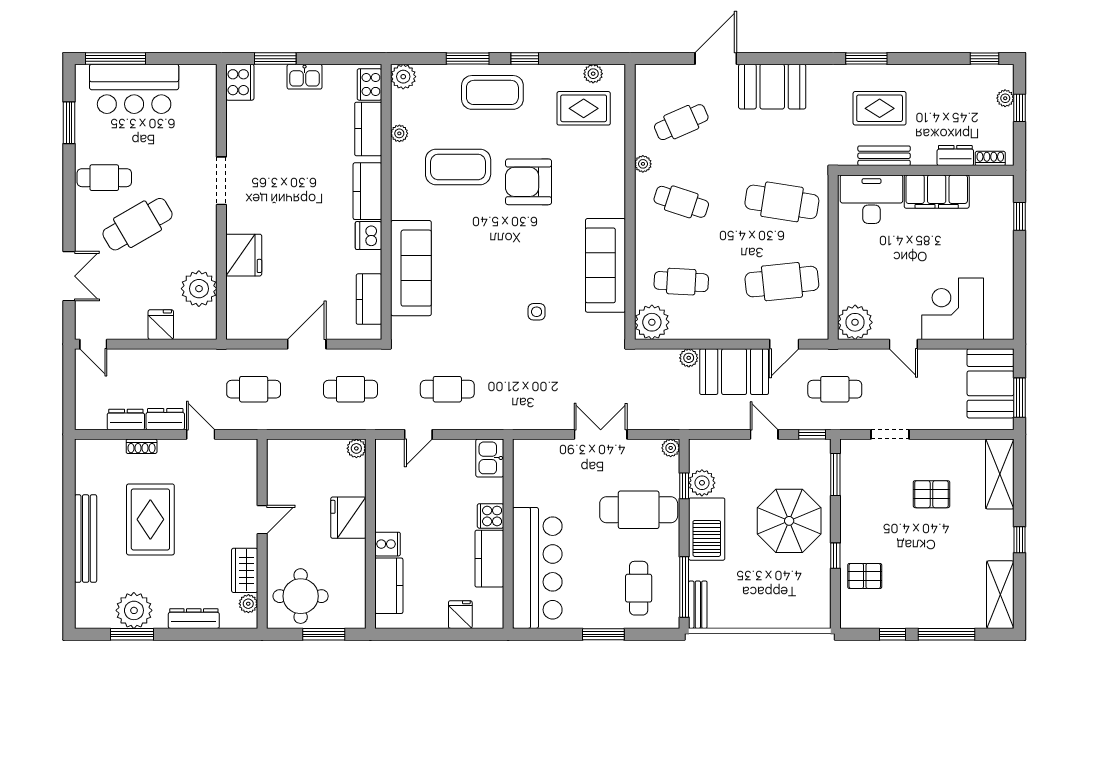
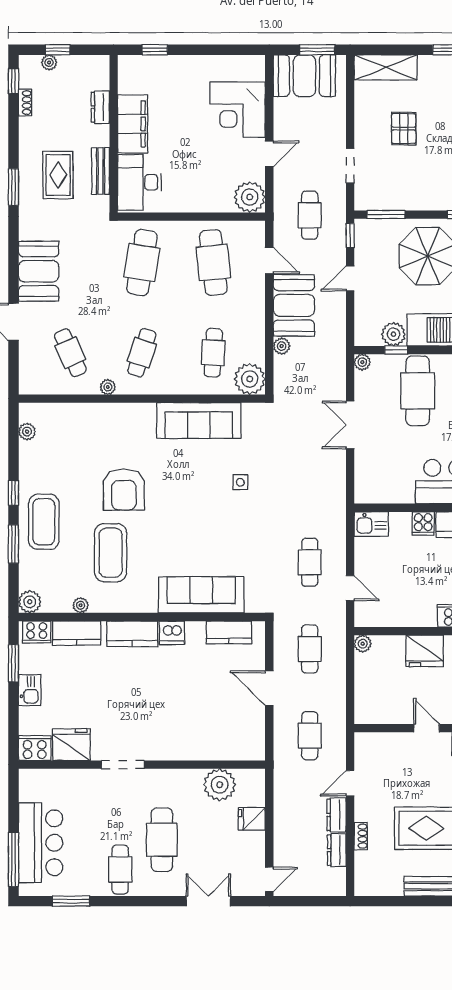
window: (275, 59) -> (13, 663), moved
rug: (584, 108) -> (58, 440), removed
shoe rack: (990, 158) -> (25, 103), moved, turned 180
cafe table: (138, 224) -> (162, 840), turned 30
fridge: (244, 255) -> (71, 745), moved

